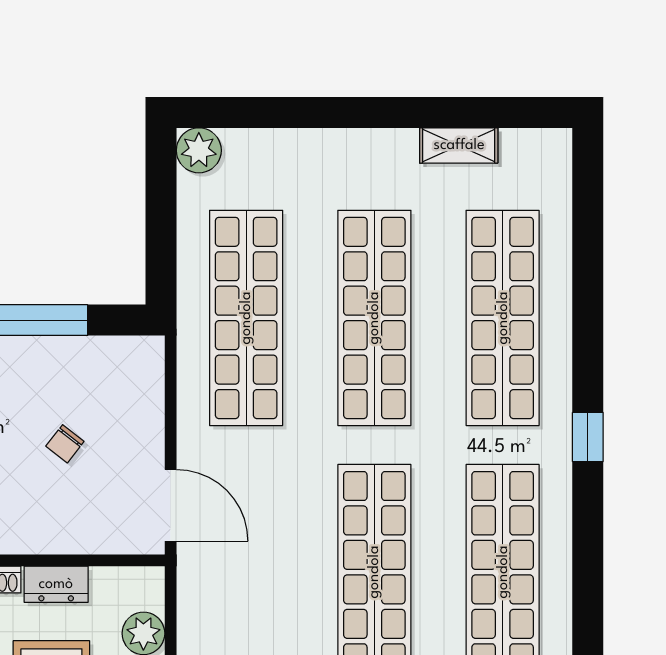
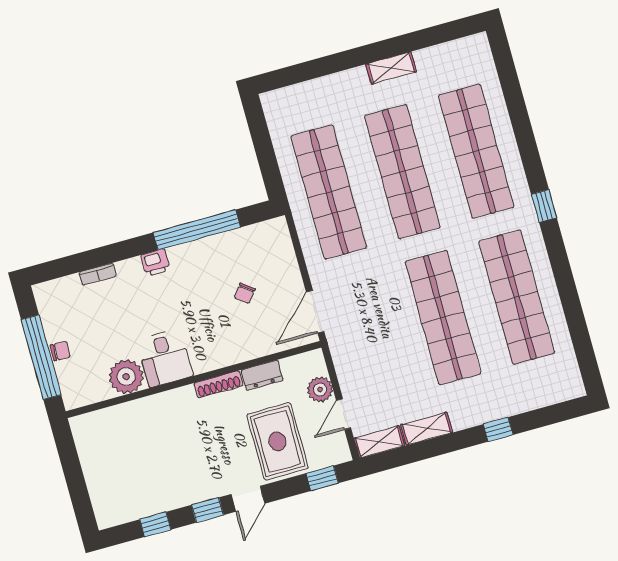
shelving: (459, 145) -> (391, 68), moved
plant: (199, 150) -> (275, 103), removed
door: (171, 505) -> (315, 312), swing flipped

